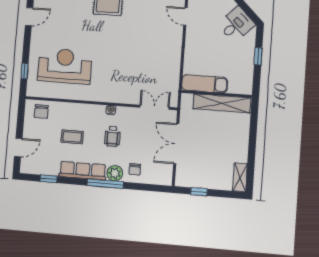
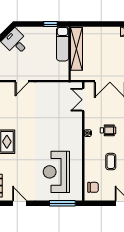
door: (185, 16) -> (22, 81), moved
window: (258, 56) -> (50, 24), moved
window: (25, 71) -> (62, 203), width x2.17
exam couch: (205, 84) -> (63, 44), moved

